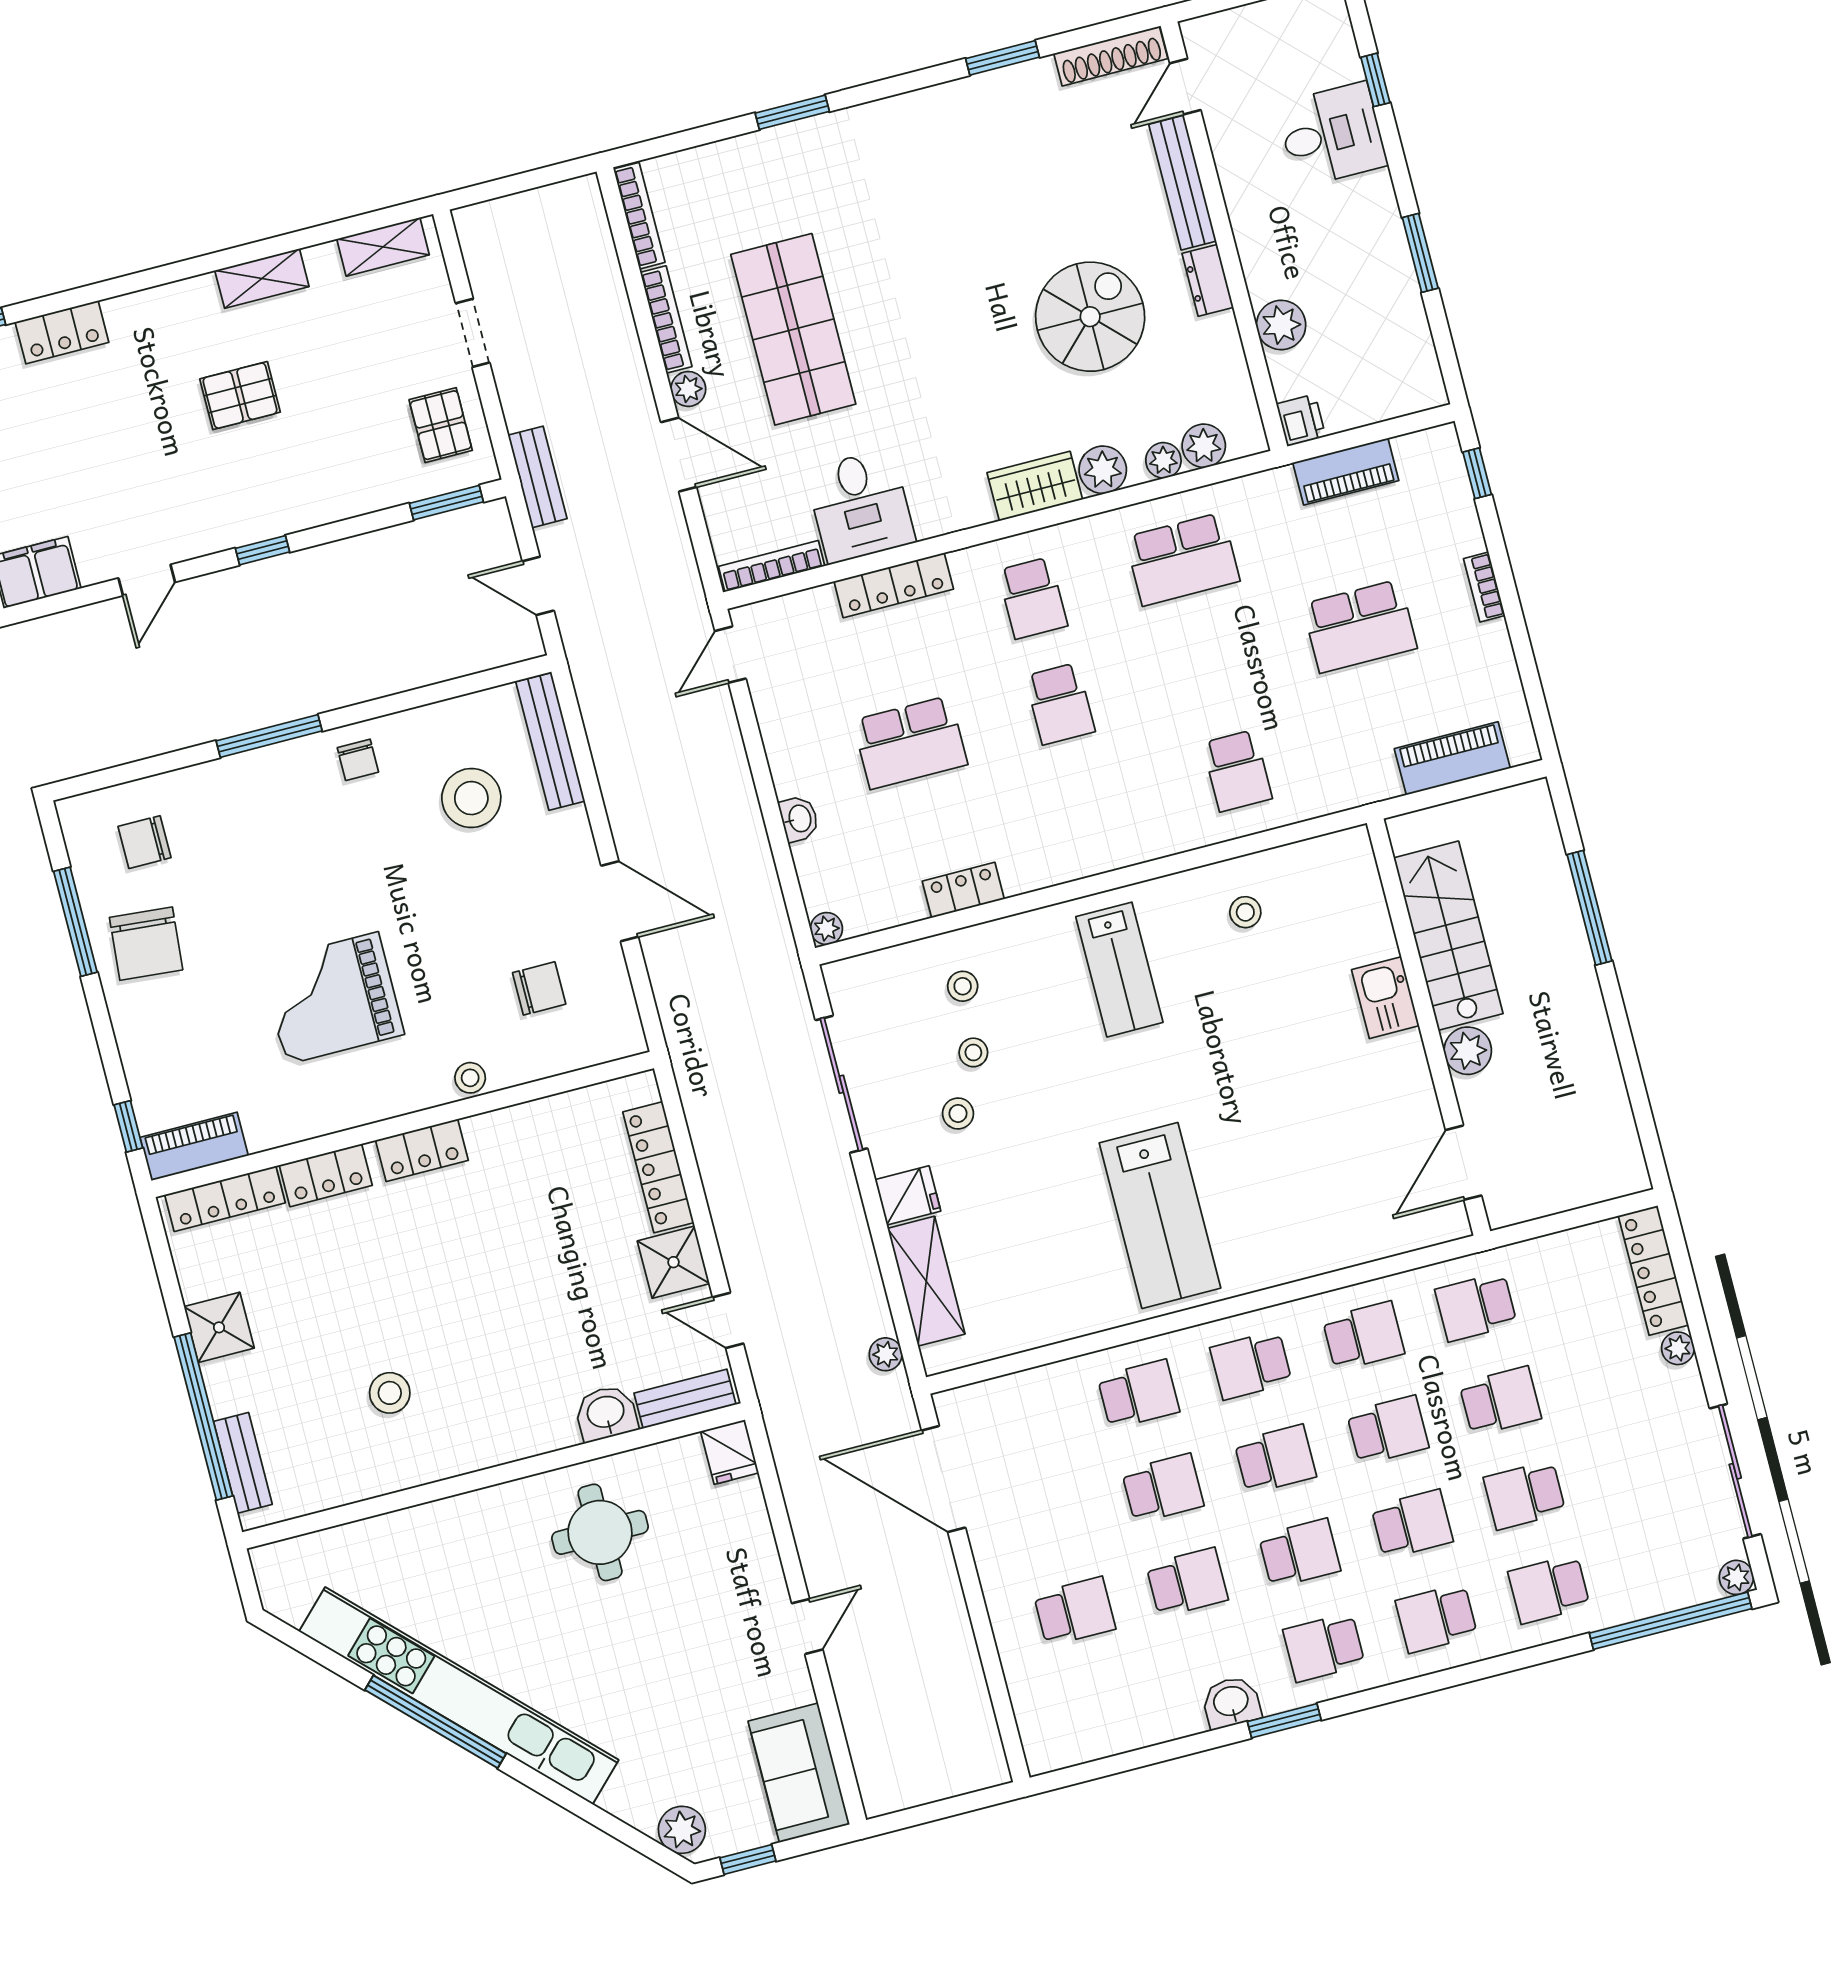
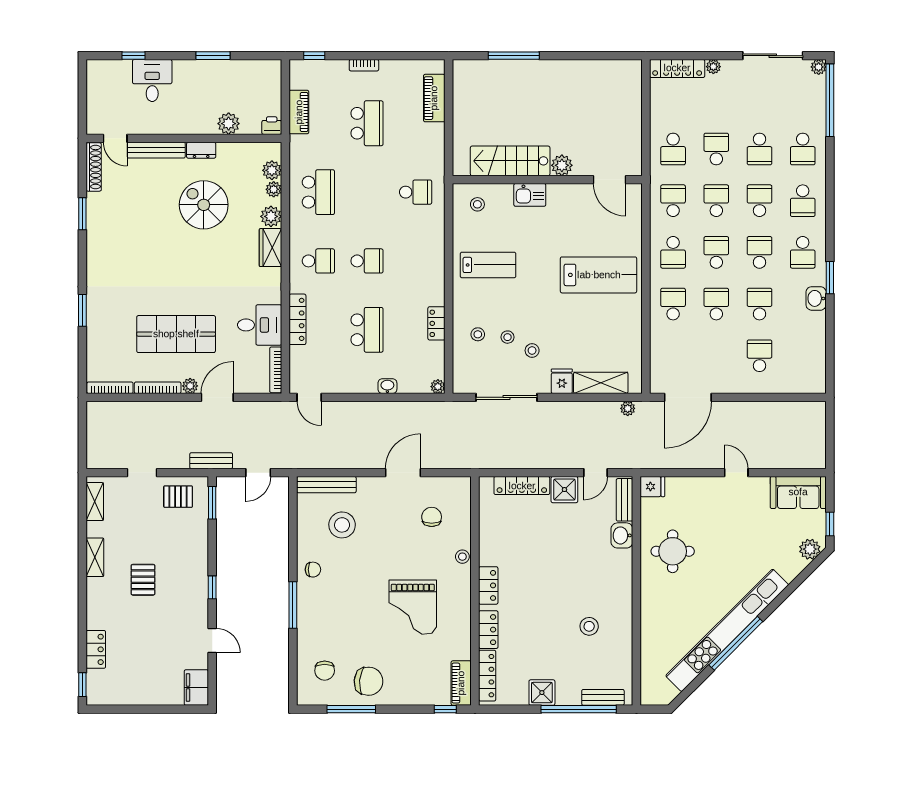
stairs: (1448, 936) -> (510, 161), moved
kitchen sink: (1385, 998) -> (530, 195), moved
wall: (1428, 1027) -> (547, 180), moved
plant: (1468, 1051) -> (562, 165), moved
door: (1464, 1163) -> (610, 180), moved

